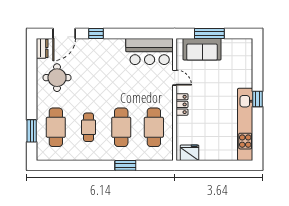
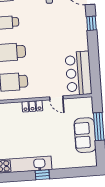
sofa: (202, 49) -> (85, 135), moved
door: (175, 78) -> (56, 98), hinge flipped

